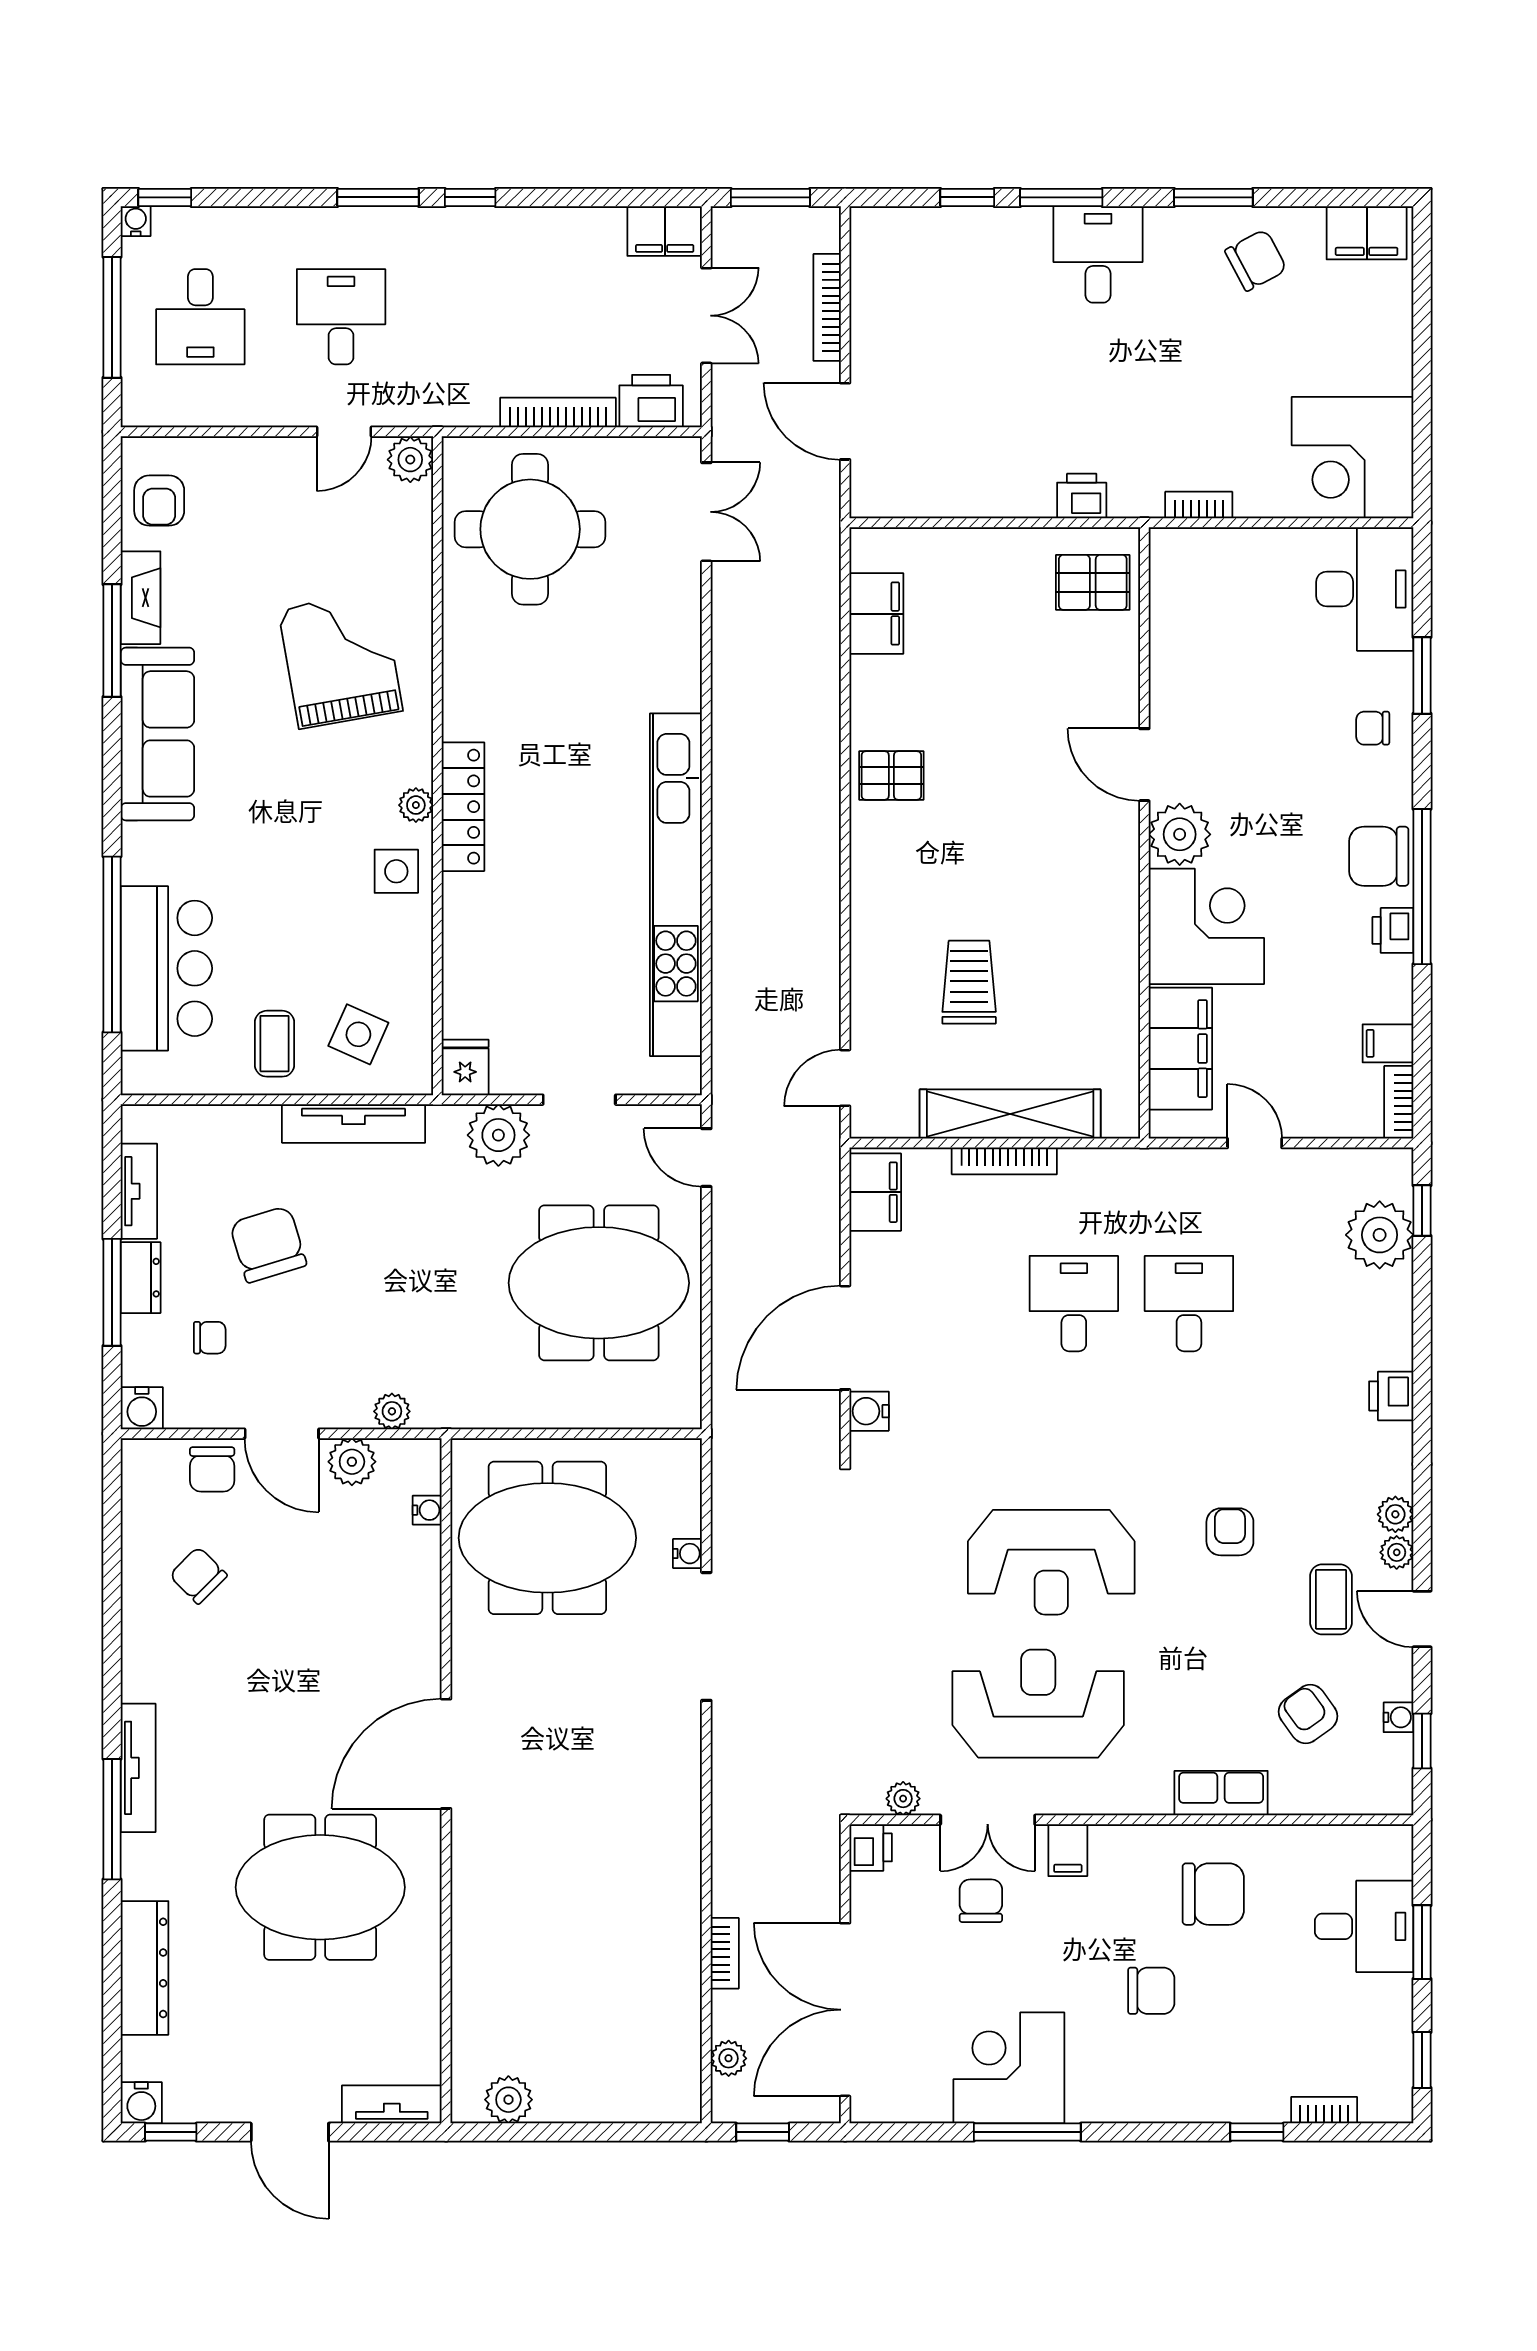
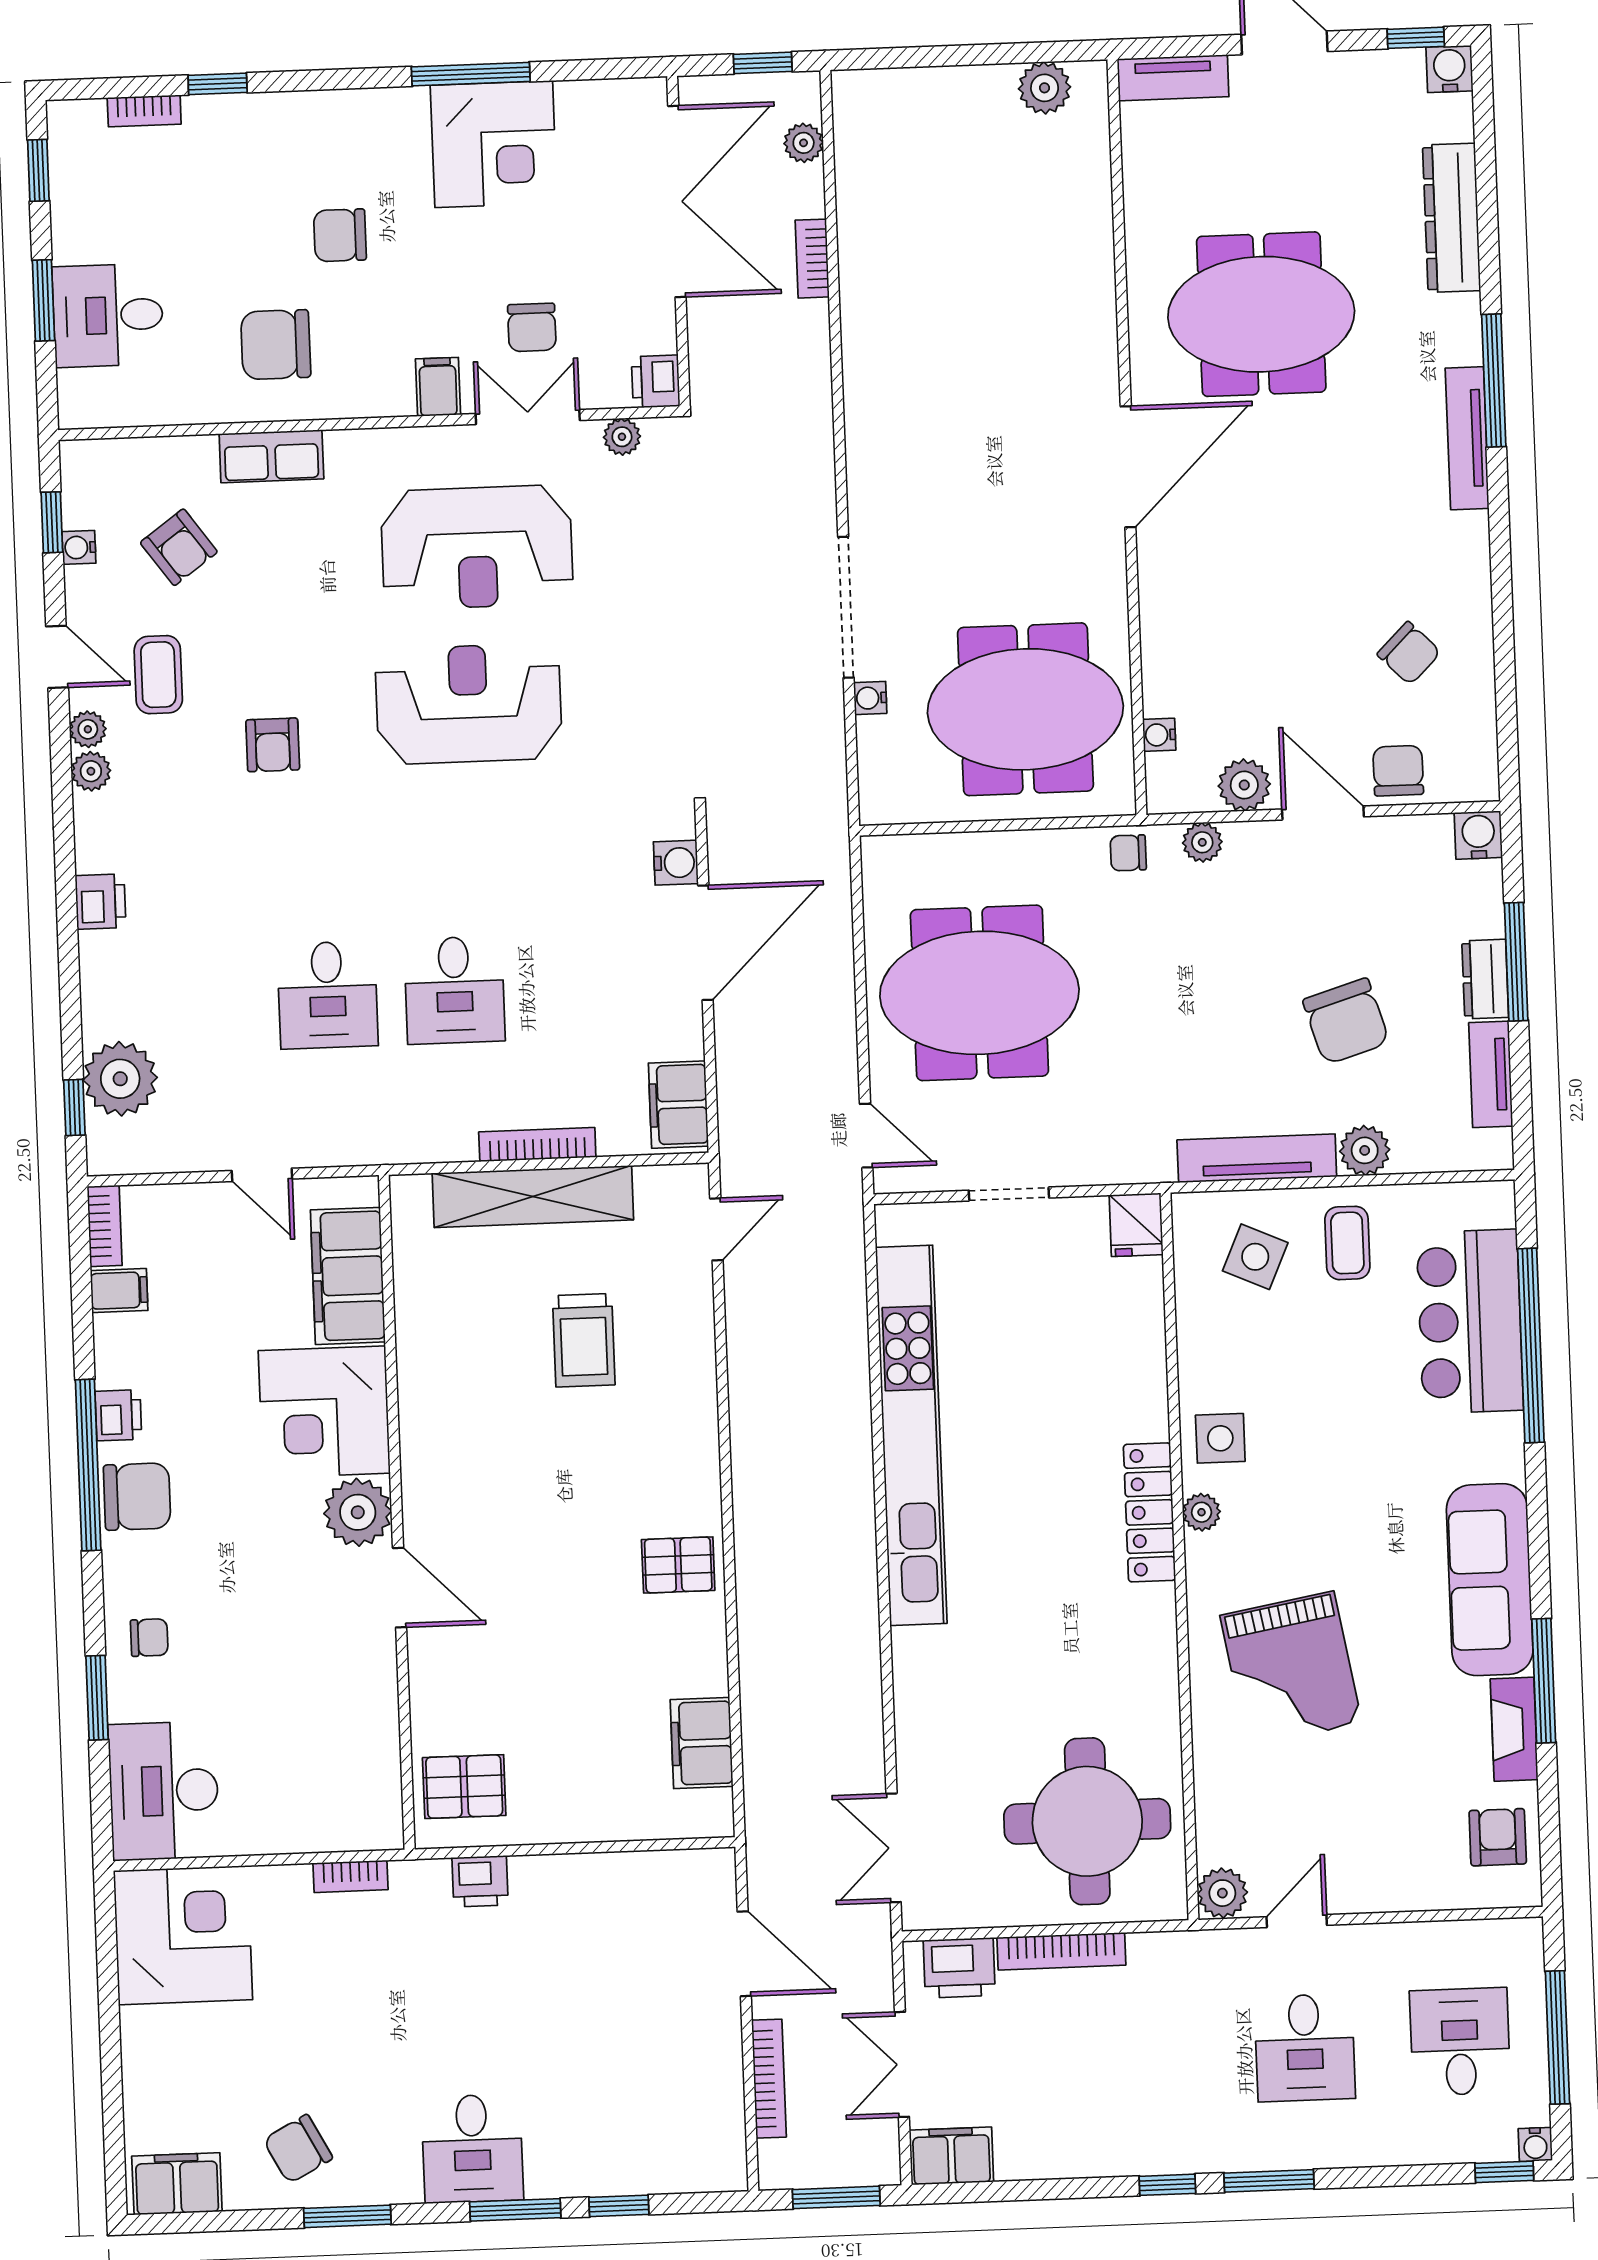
plant: (498, 1135) -> (1365, 1150), moved, width x0.73, depth x0.73
chair: (210, 1338) -> (1128, 853), moved

